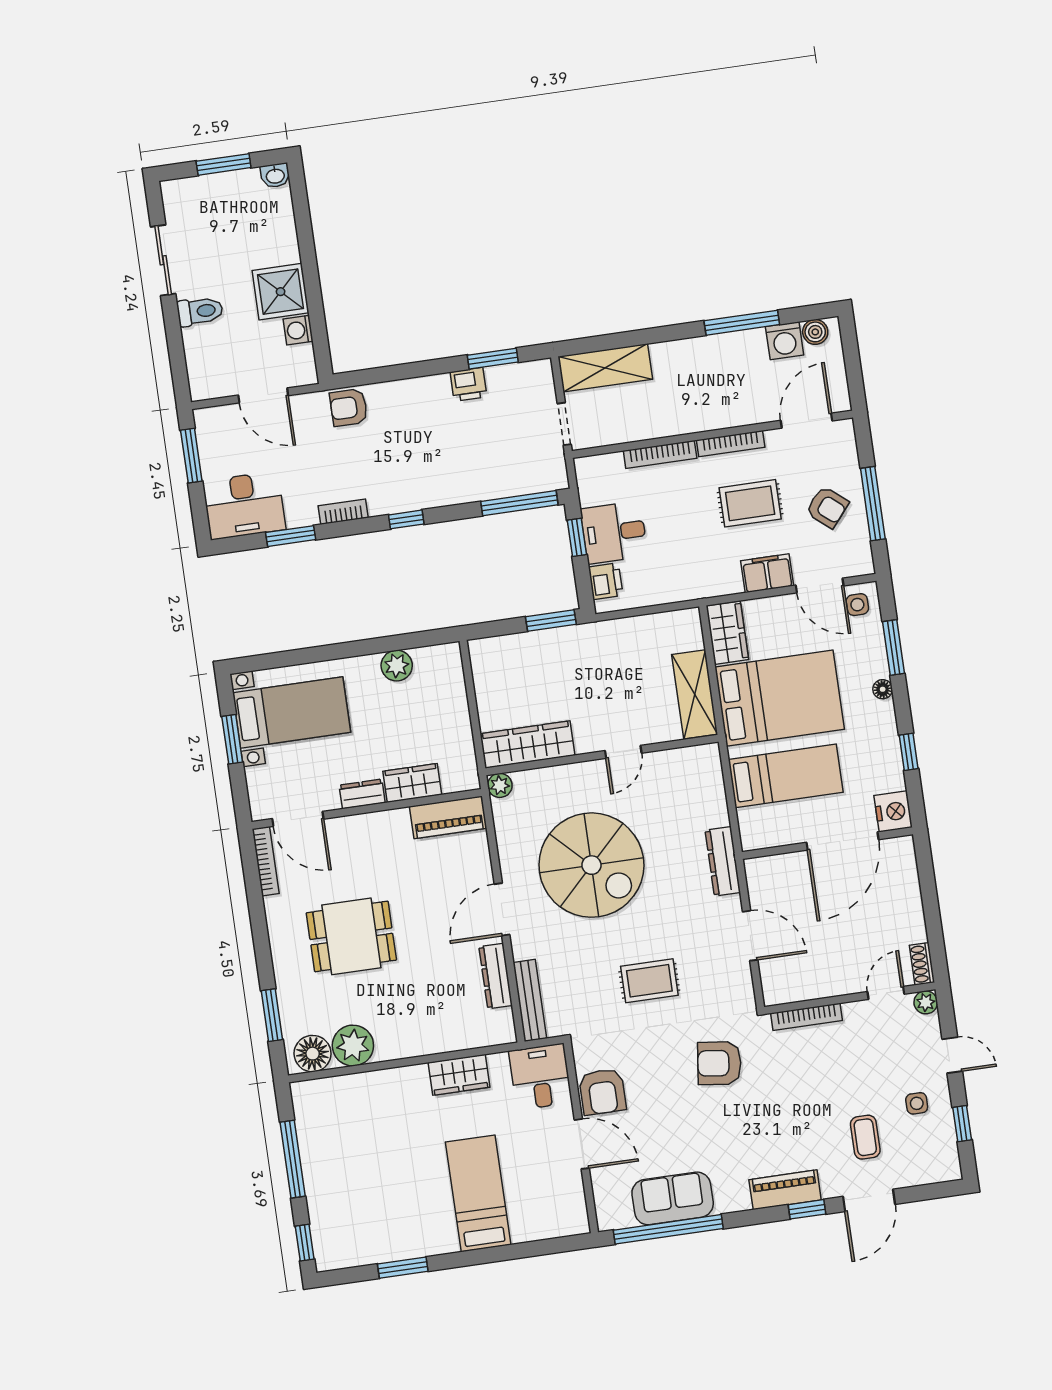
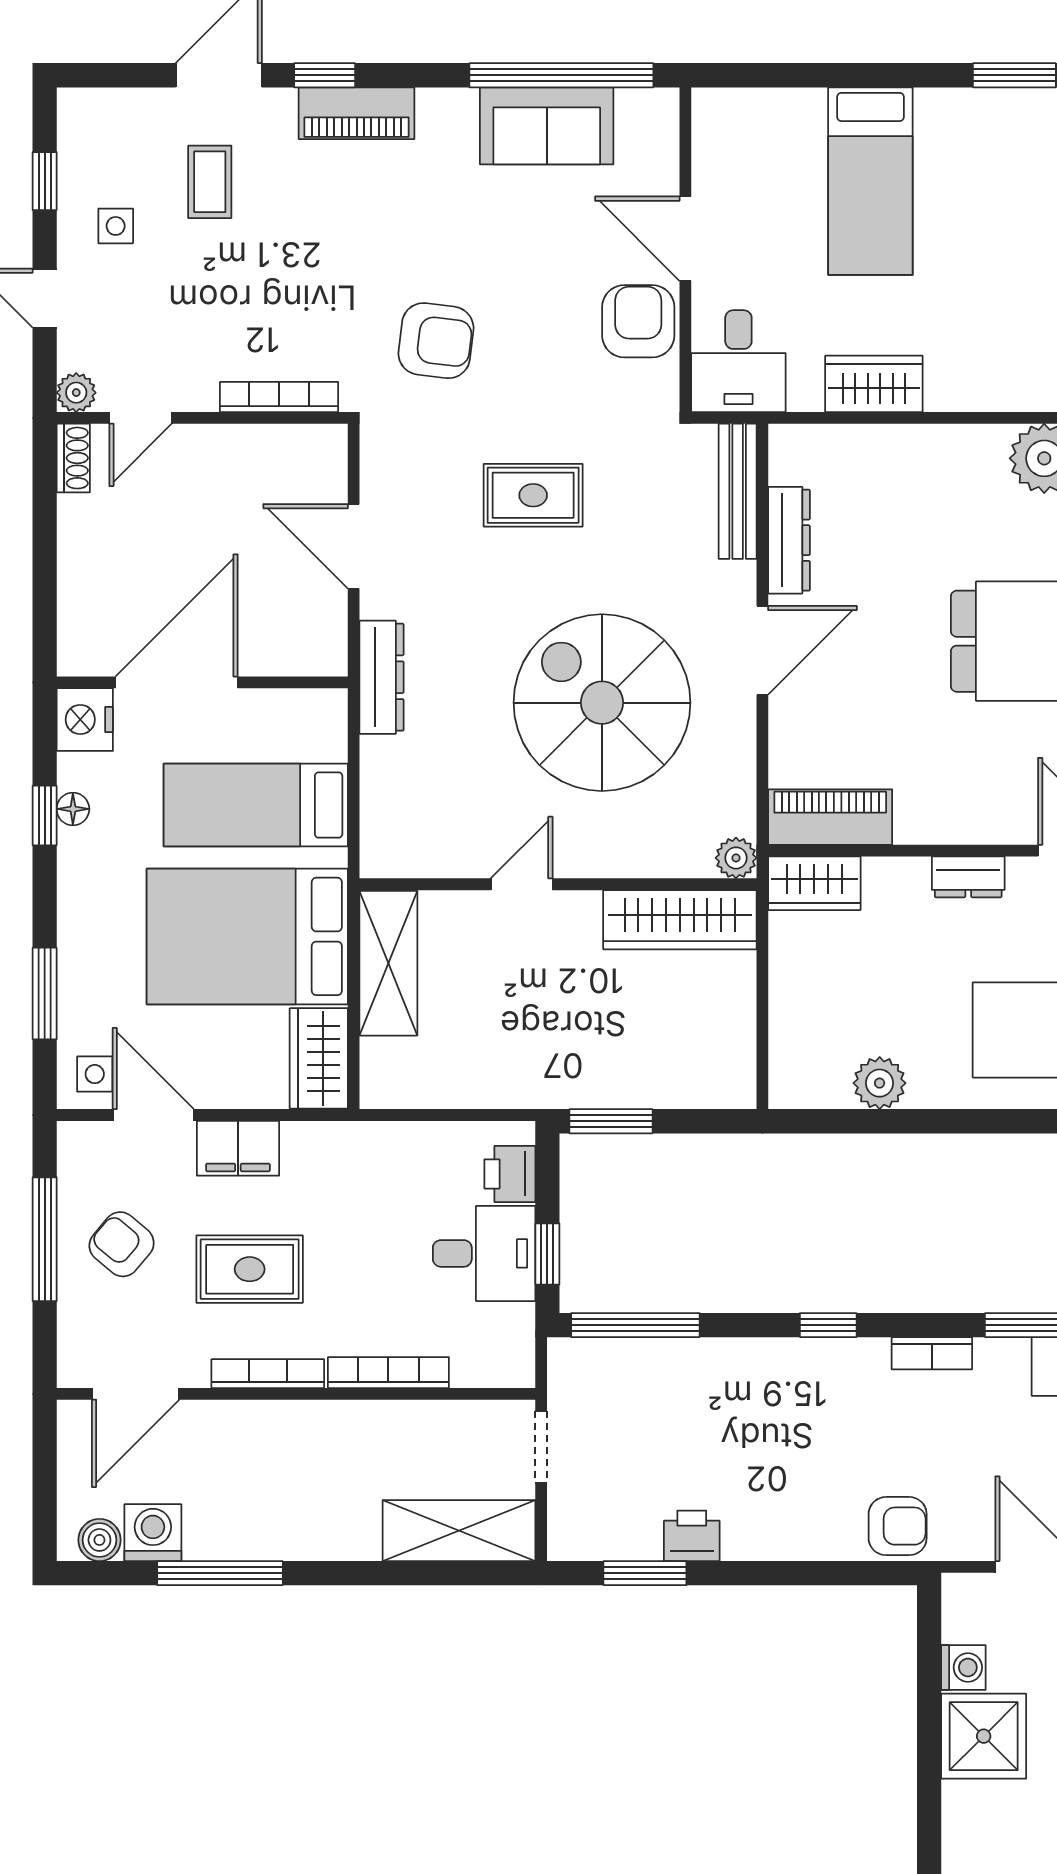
floor lamp: (883, 689) -> (73, 809), moved
wardrobe: (412, 783) -> (814, 883), moved

